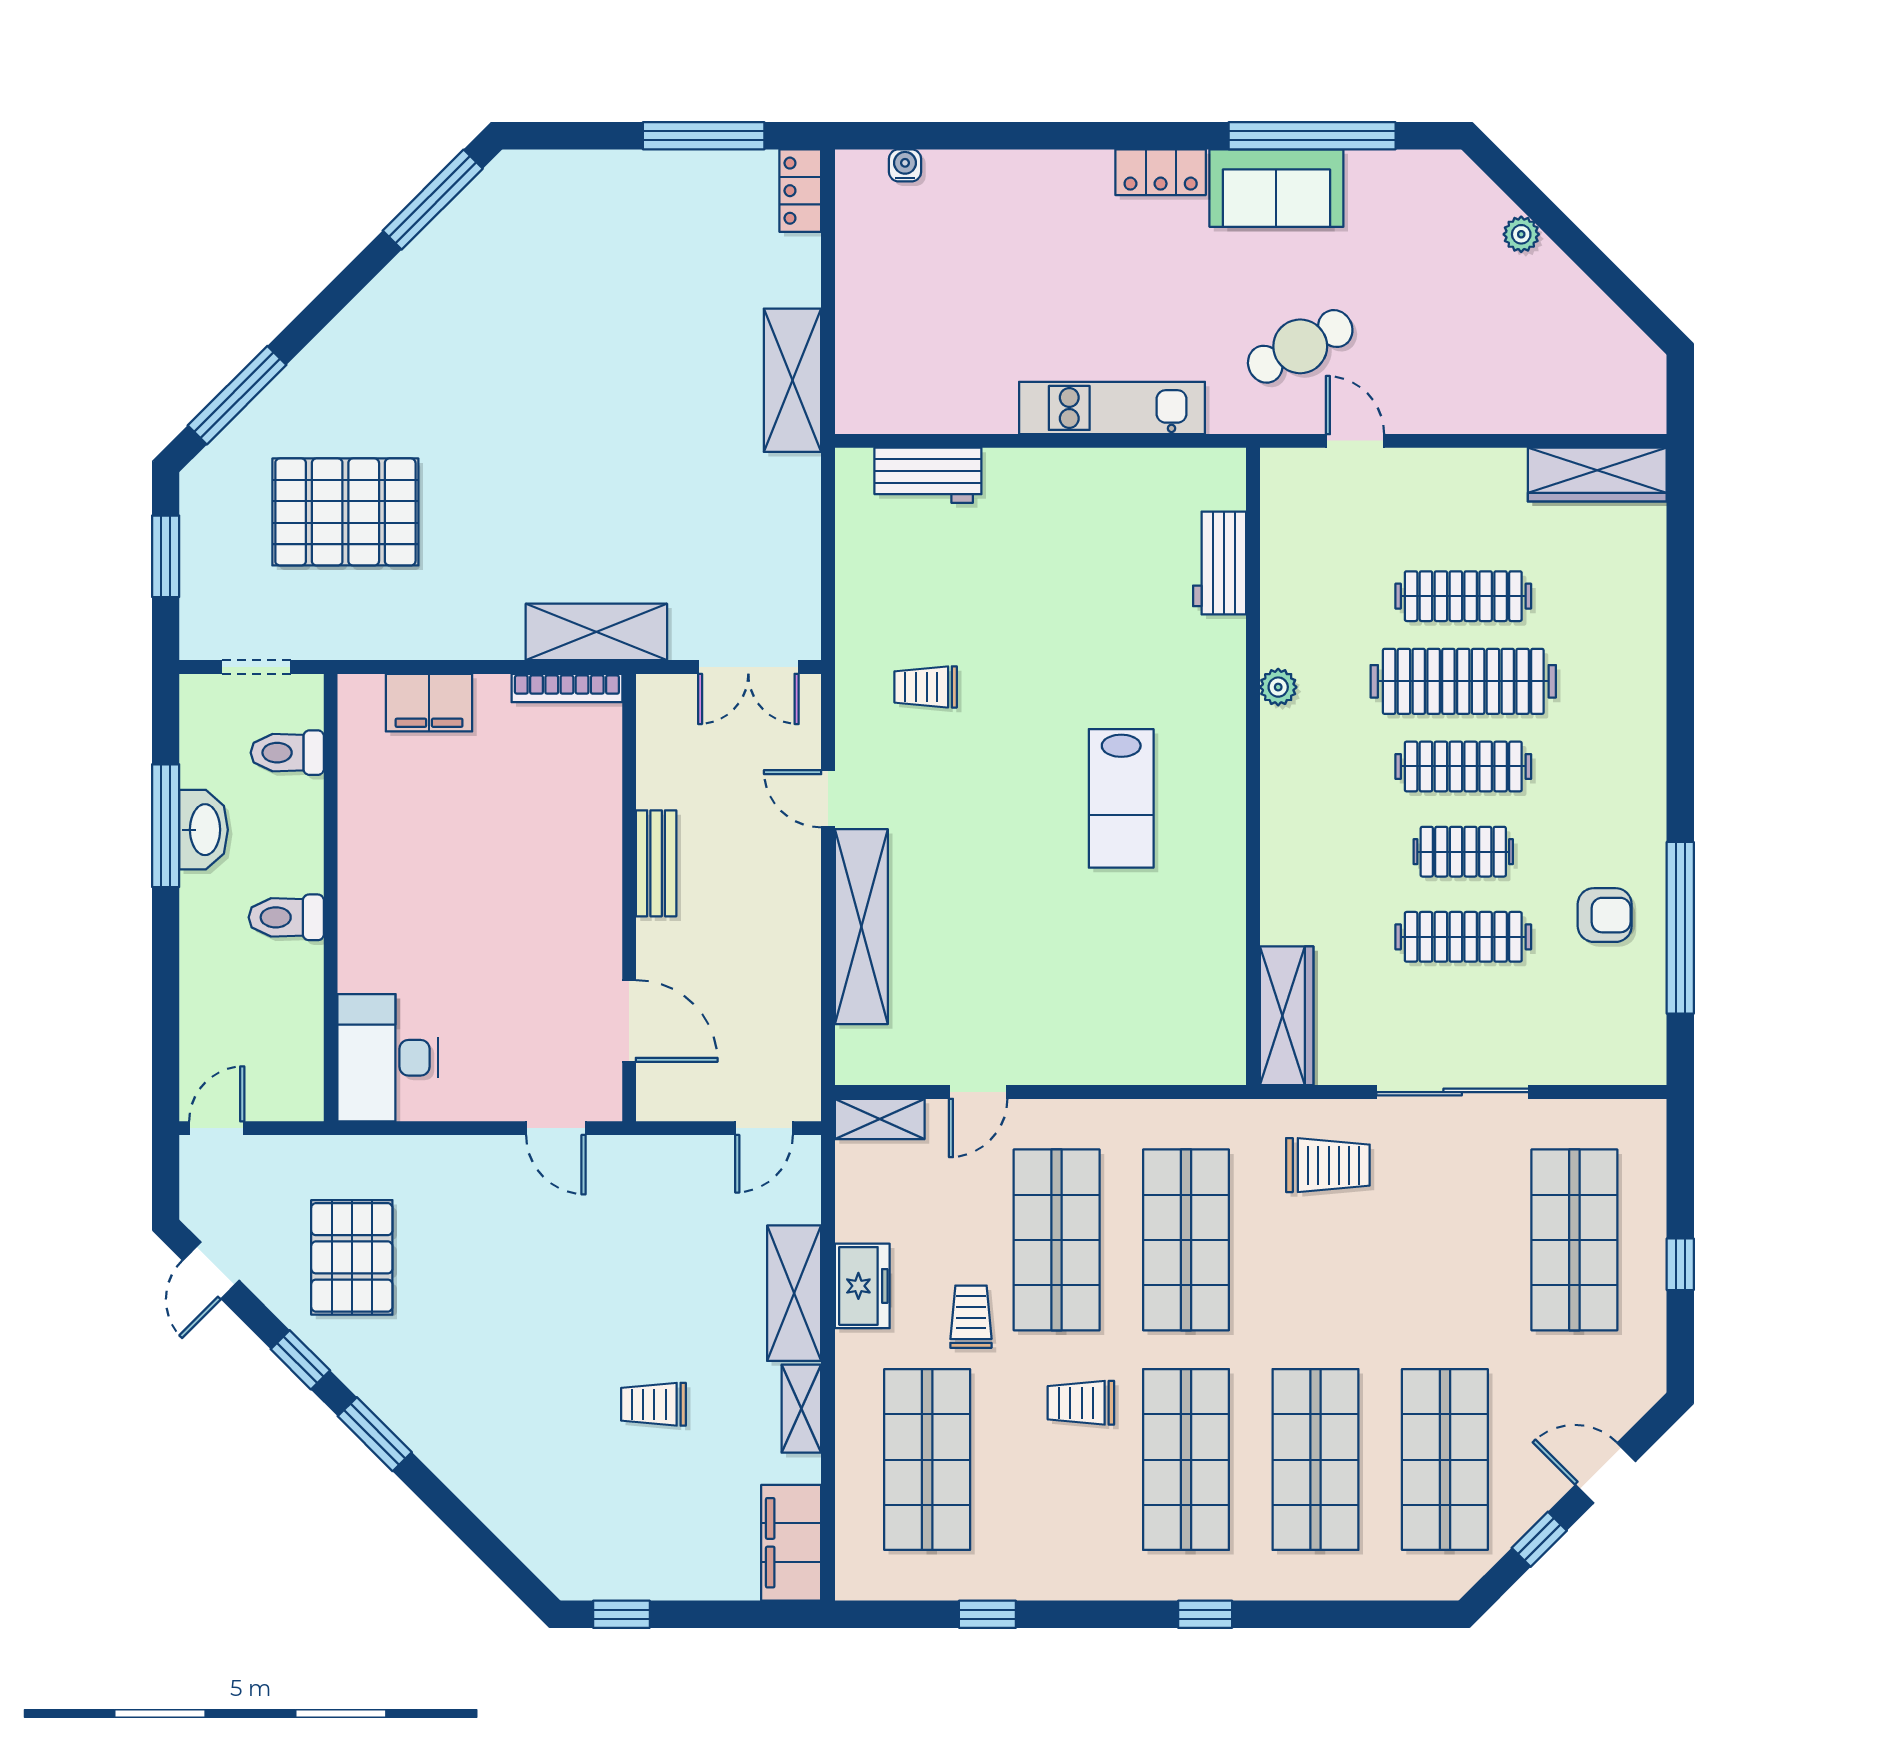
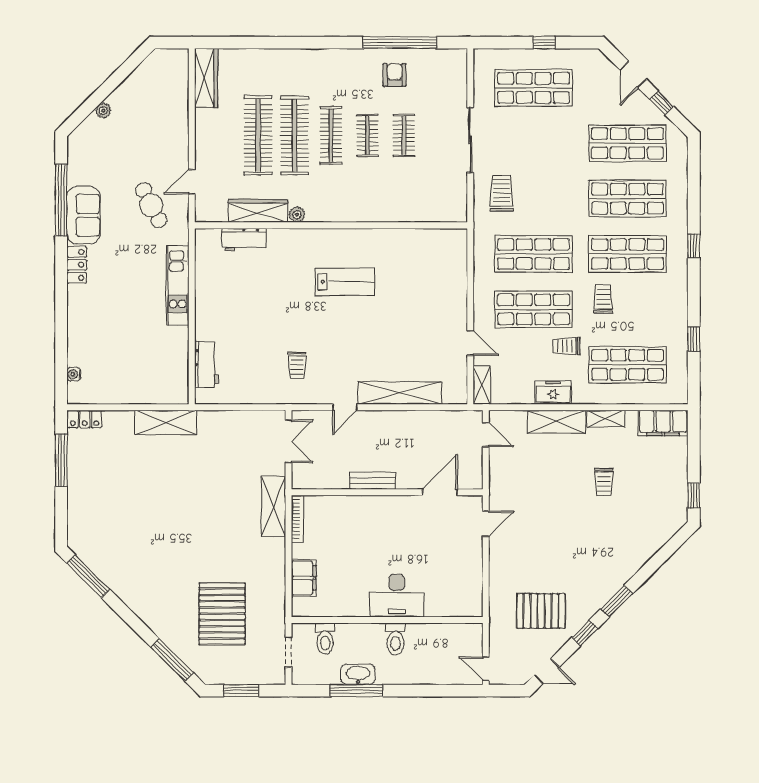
clothes rail: (1463, 596) -> (258, 135), width x1.37, depth x1.31
clothes rail: (1463, 937) -> (404, 135), width x0.73
wardrobe: (1287, 1016) -> (258, 211), moved
desk: (387, 1058) -> (397, 596), moved
trolley: (1081, 1403) -> (603, 299), turned 180

